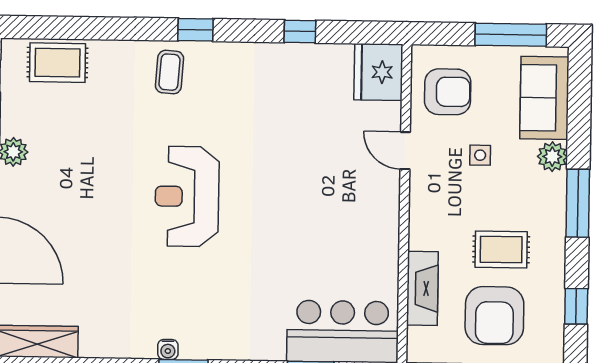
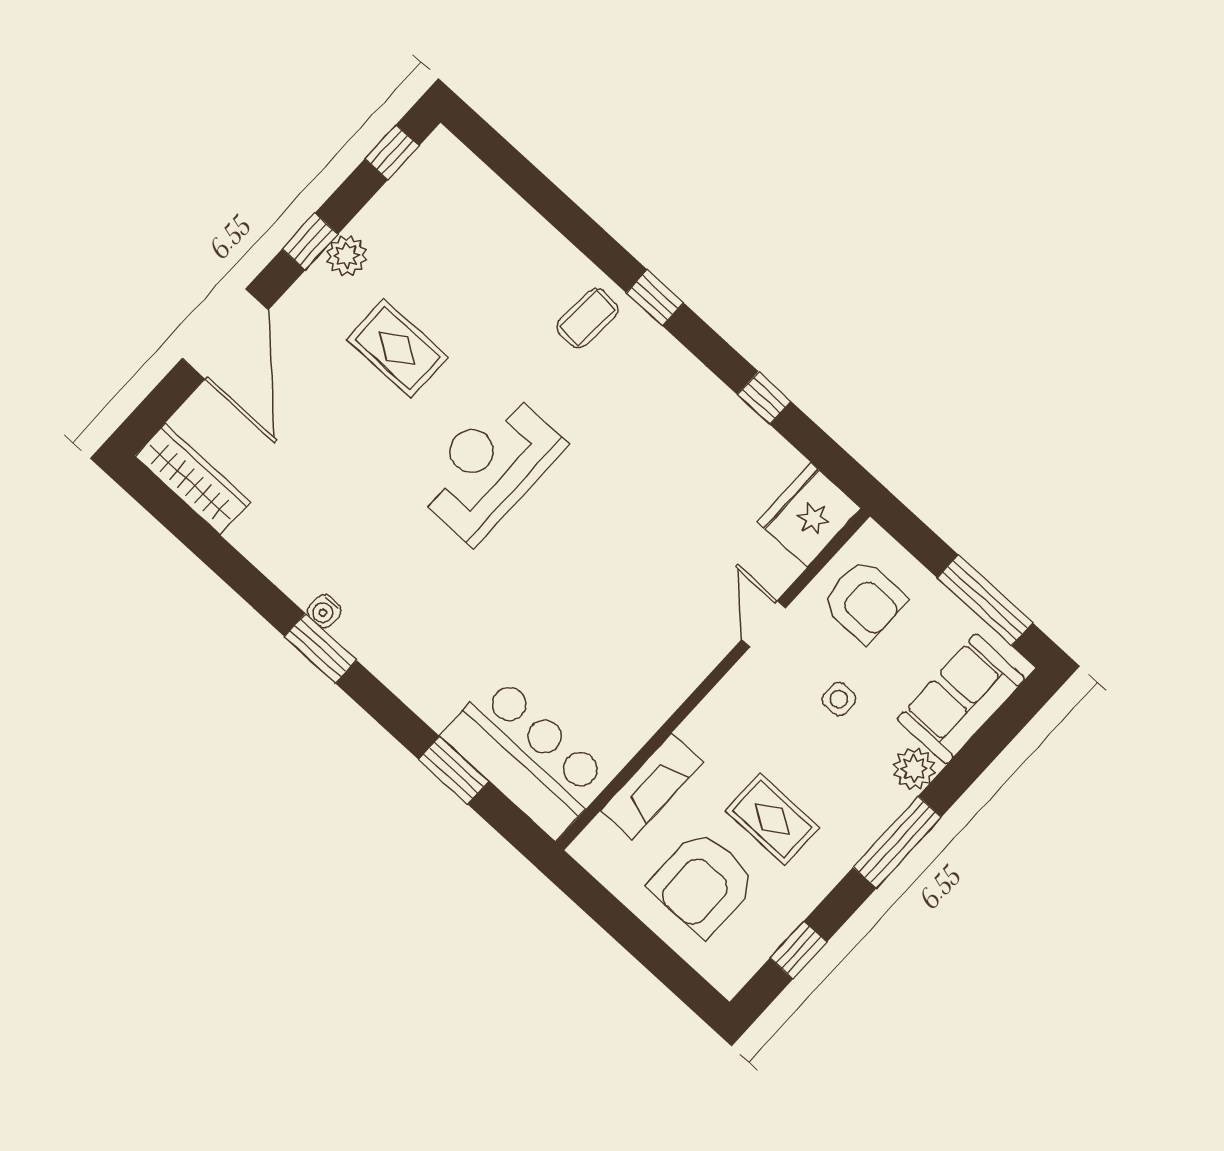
rug: (57, 63) -> (397, 348), moved

